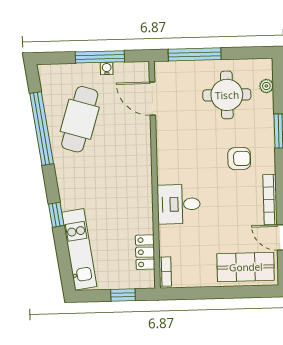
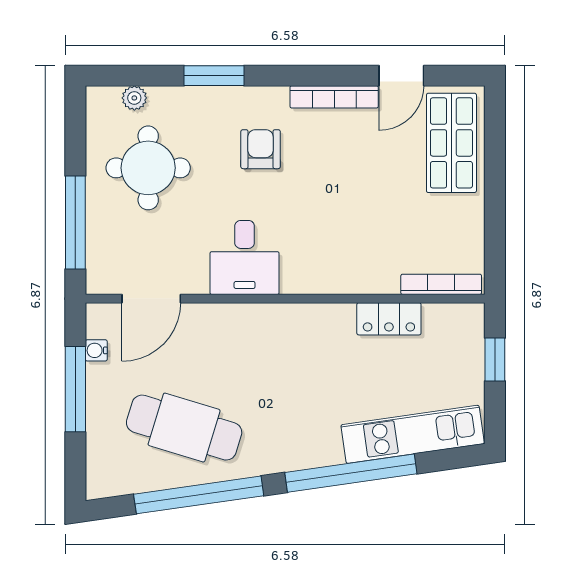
water cooler: (107, 69) -> (96, 350), moved
desk: (179, 204) -> (245, 257), moved
window: (56, 215) -> (351, 473), width x3.17
locker: (145, 252) -> (389, 319), moved
bookcase: (165, 272) -> (441, 284), width x1.56

